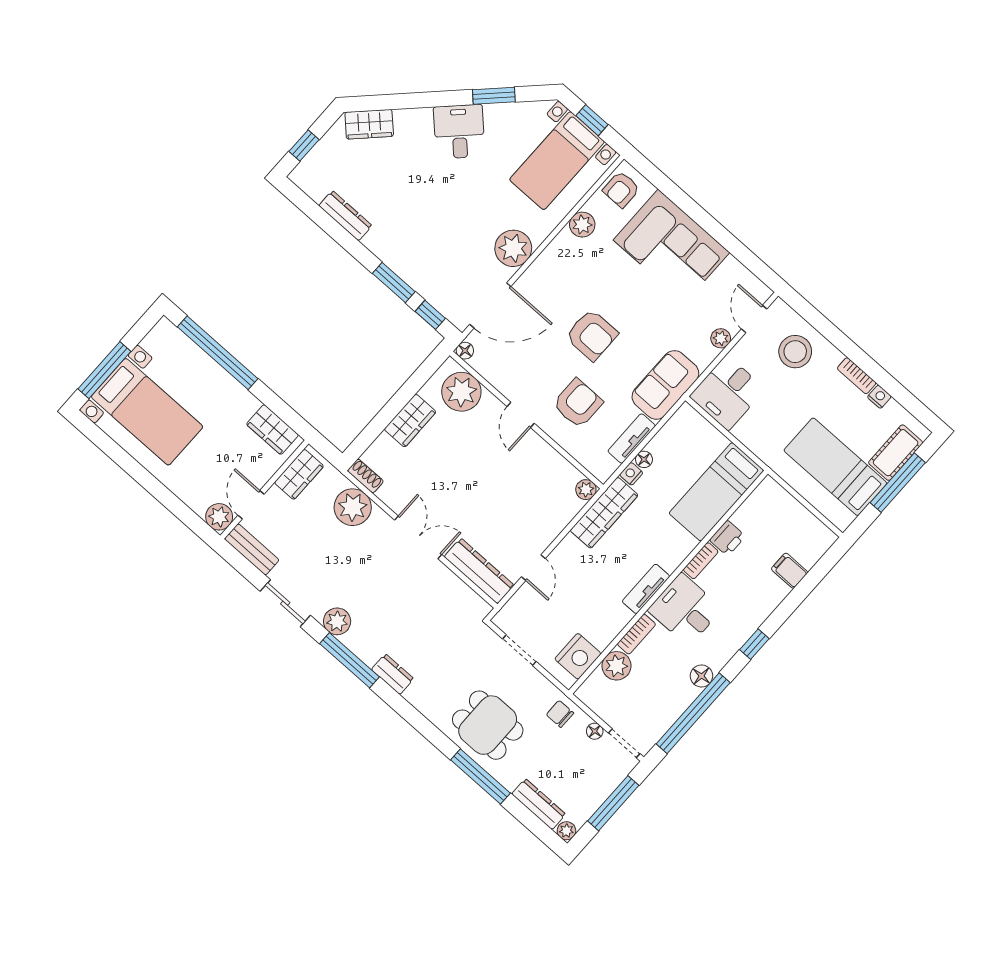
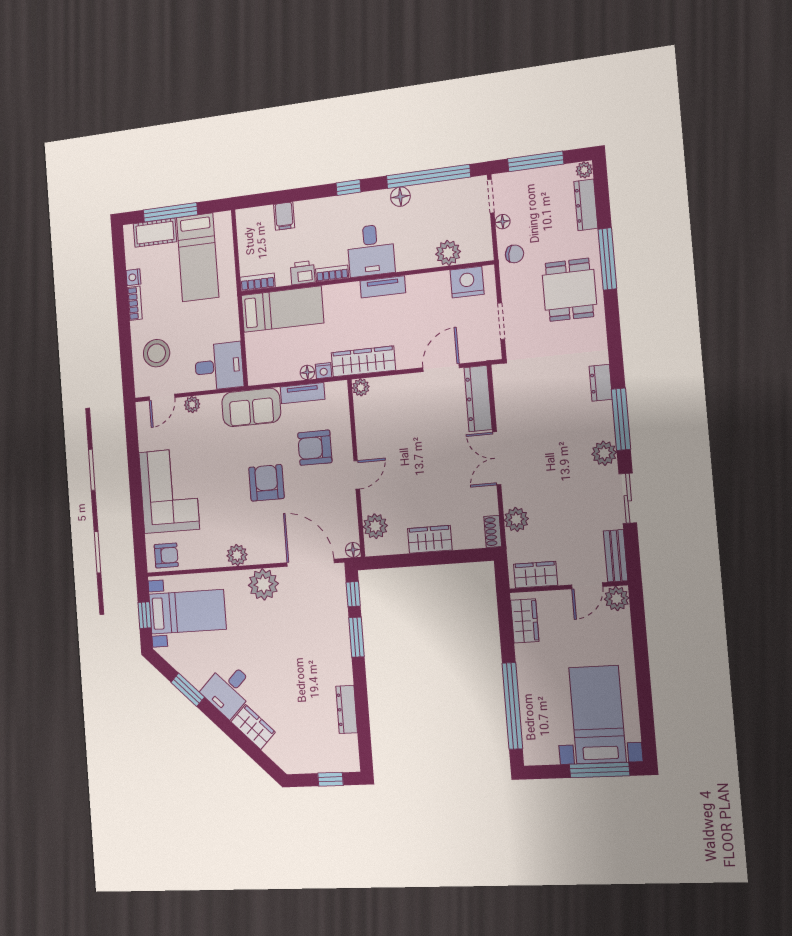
wardrobe: (369, 124) -> (253, 727), moved
plant: (582, 225) -> (237, 555), moved
plant: (461, 392) -> (375, 526), width x0.73, depth x0.73
plant: (353, 507) -> (516, 519), width x0.73, depth x0.73
door: (533, 568) -> (441, 368), width x1.38
bookcase: (636, 634) -> (257, 282), moved
chair: (560, 714) -> (514, 254), turned -79

